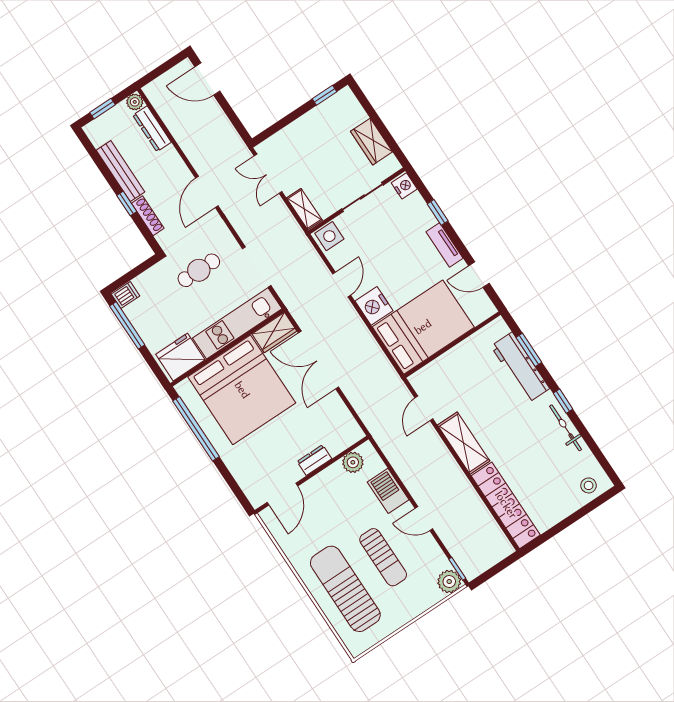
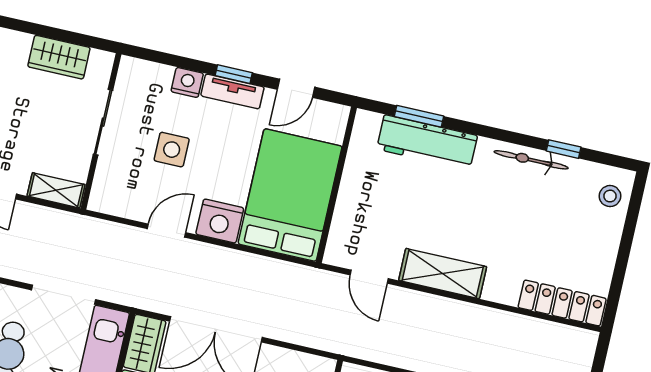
nightstand: (404, 186) -> (187, 82), moved
window: (438, 212) -> (234, 74), moved
side table: (329, 236) -> (172, 150), moved
door: (342, 285) -> (166, 231), hinge flipped
window: (563, 401) -> (564, 149), moved
locker: (506, 505) -> (562, 303), width x0.71, depth x0.83

